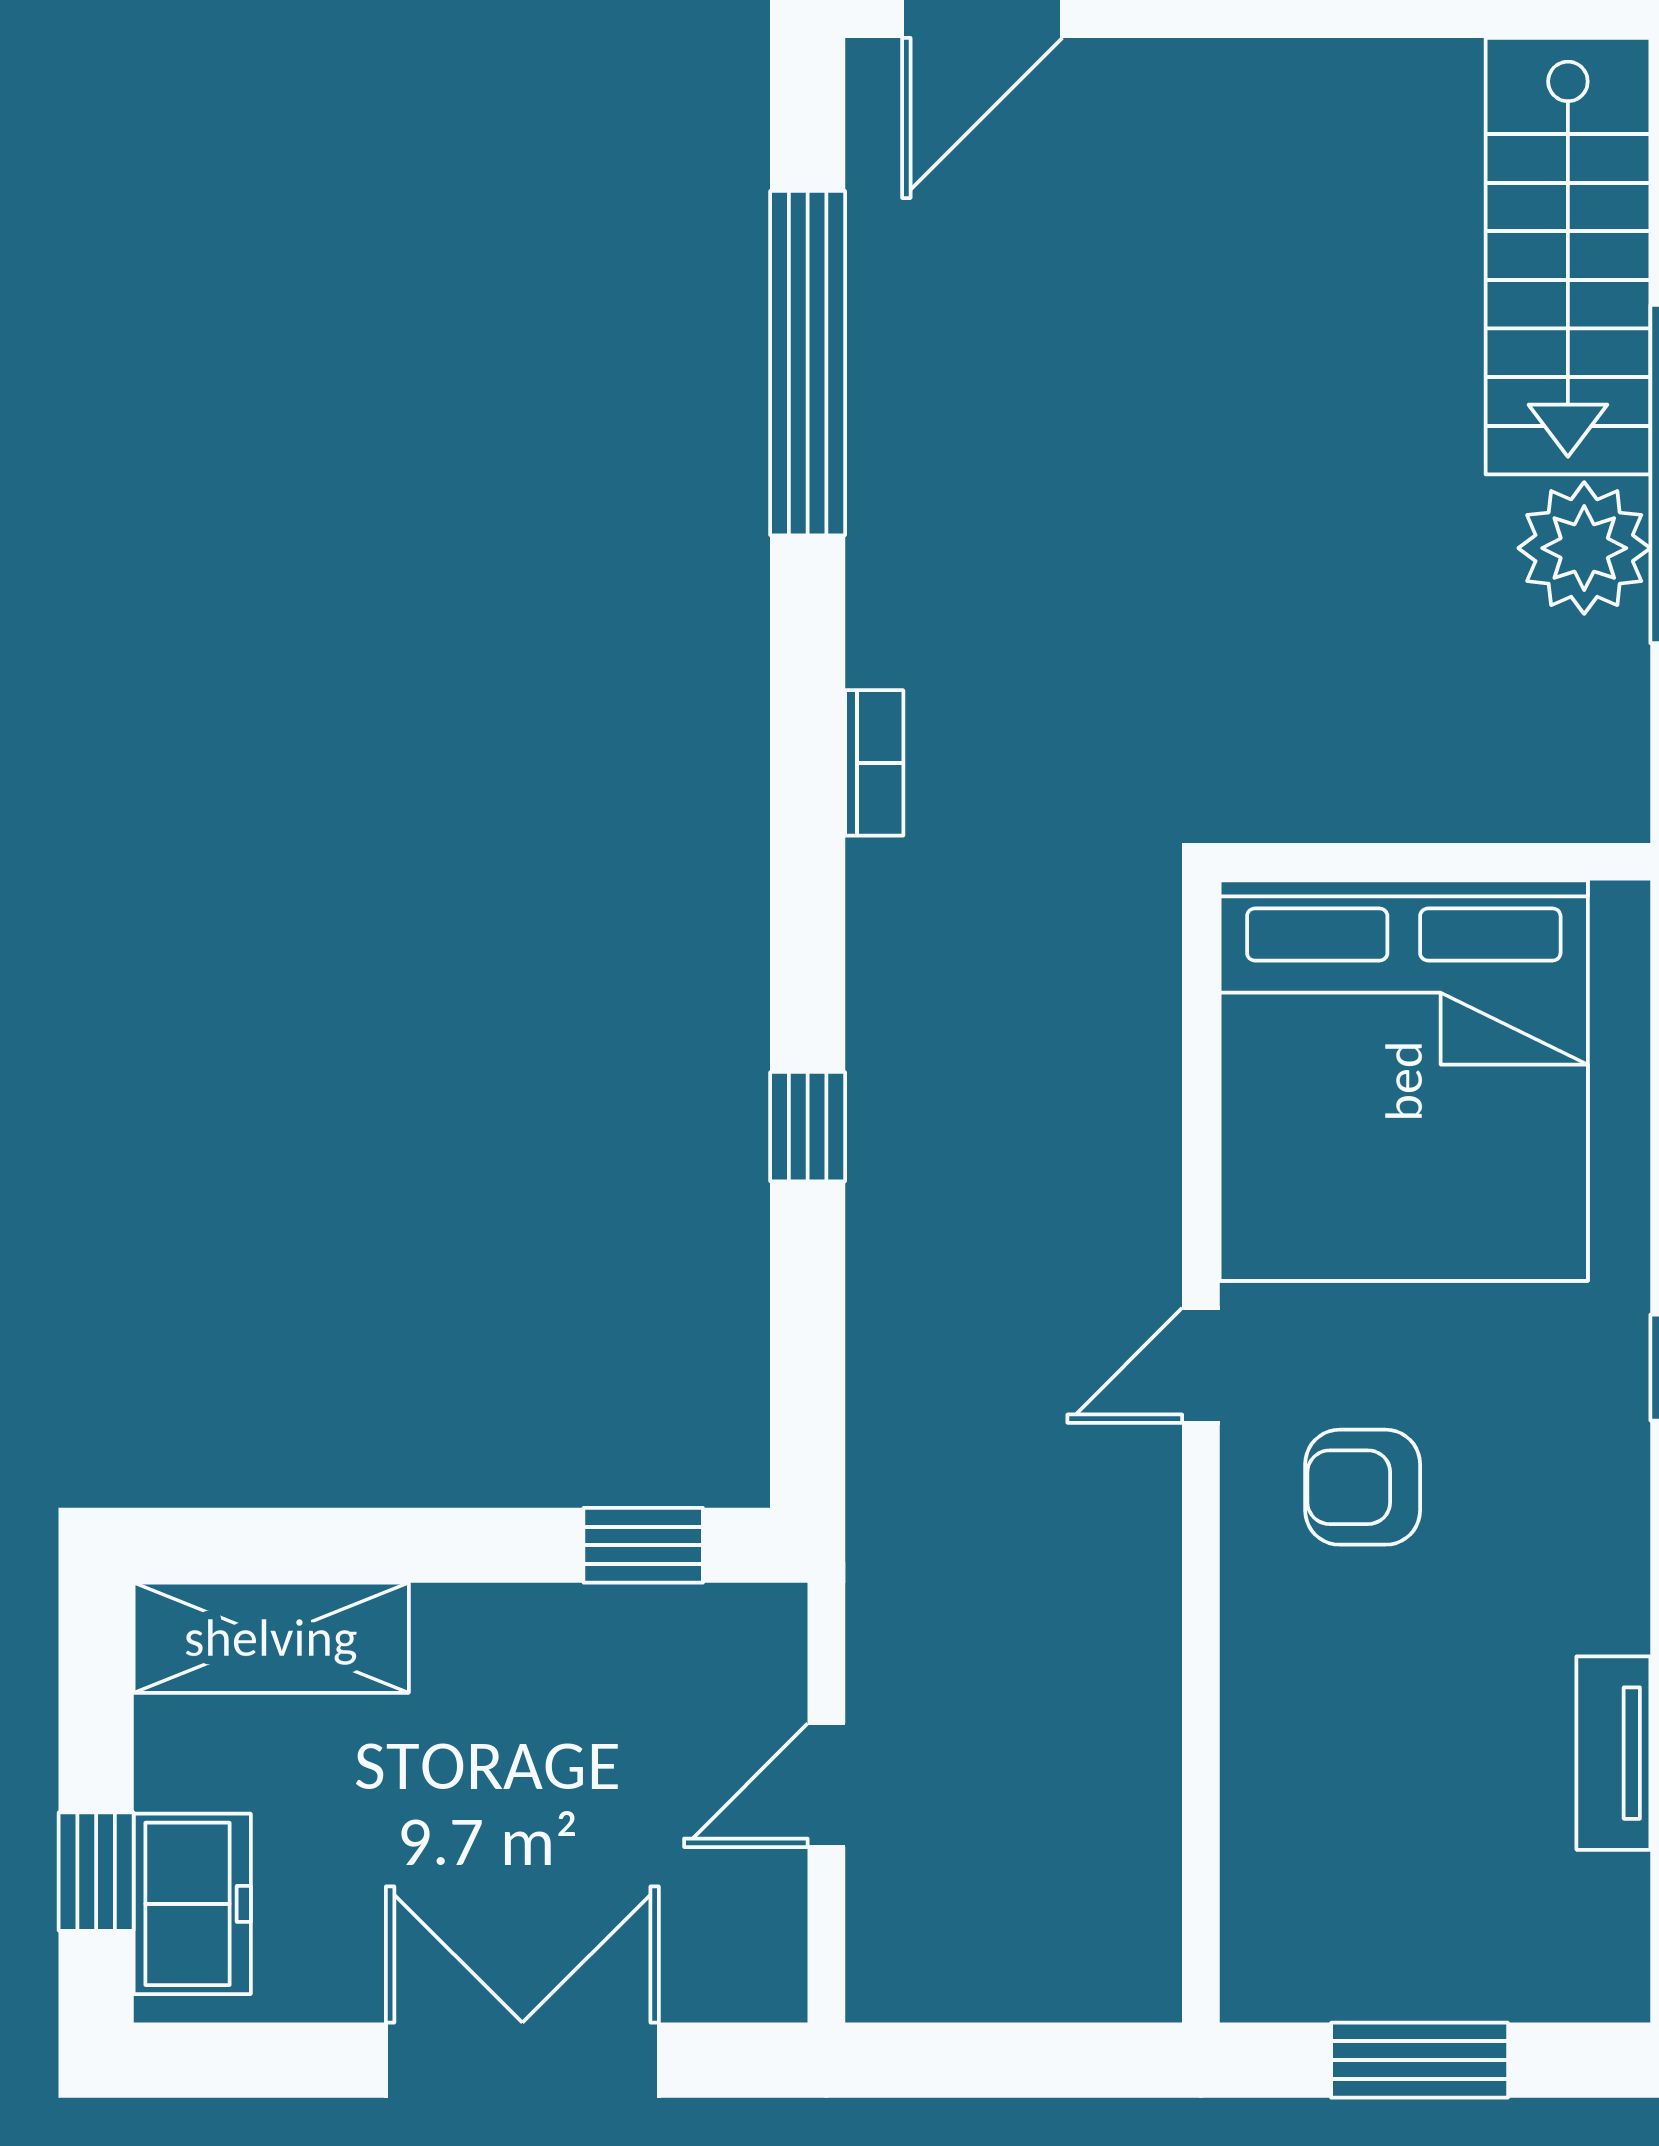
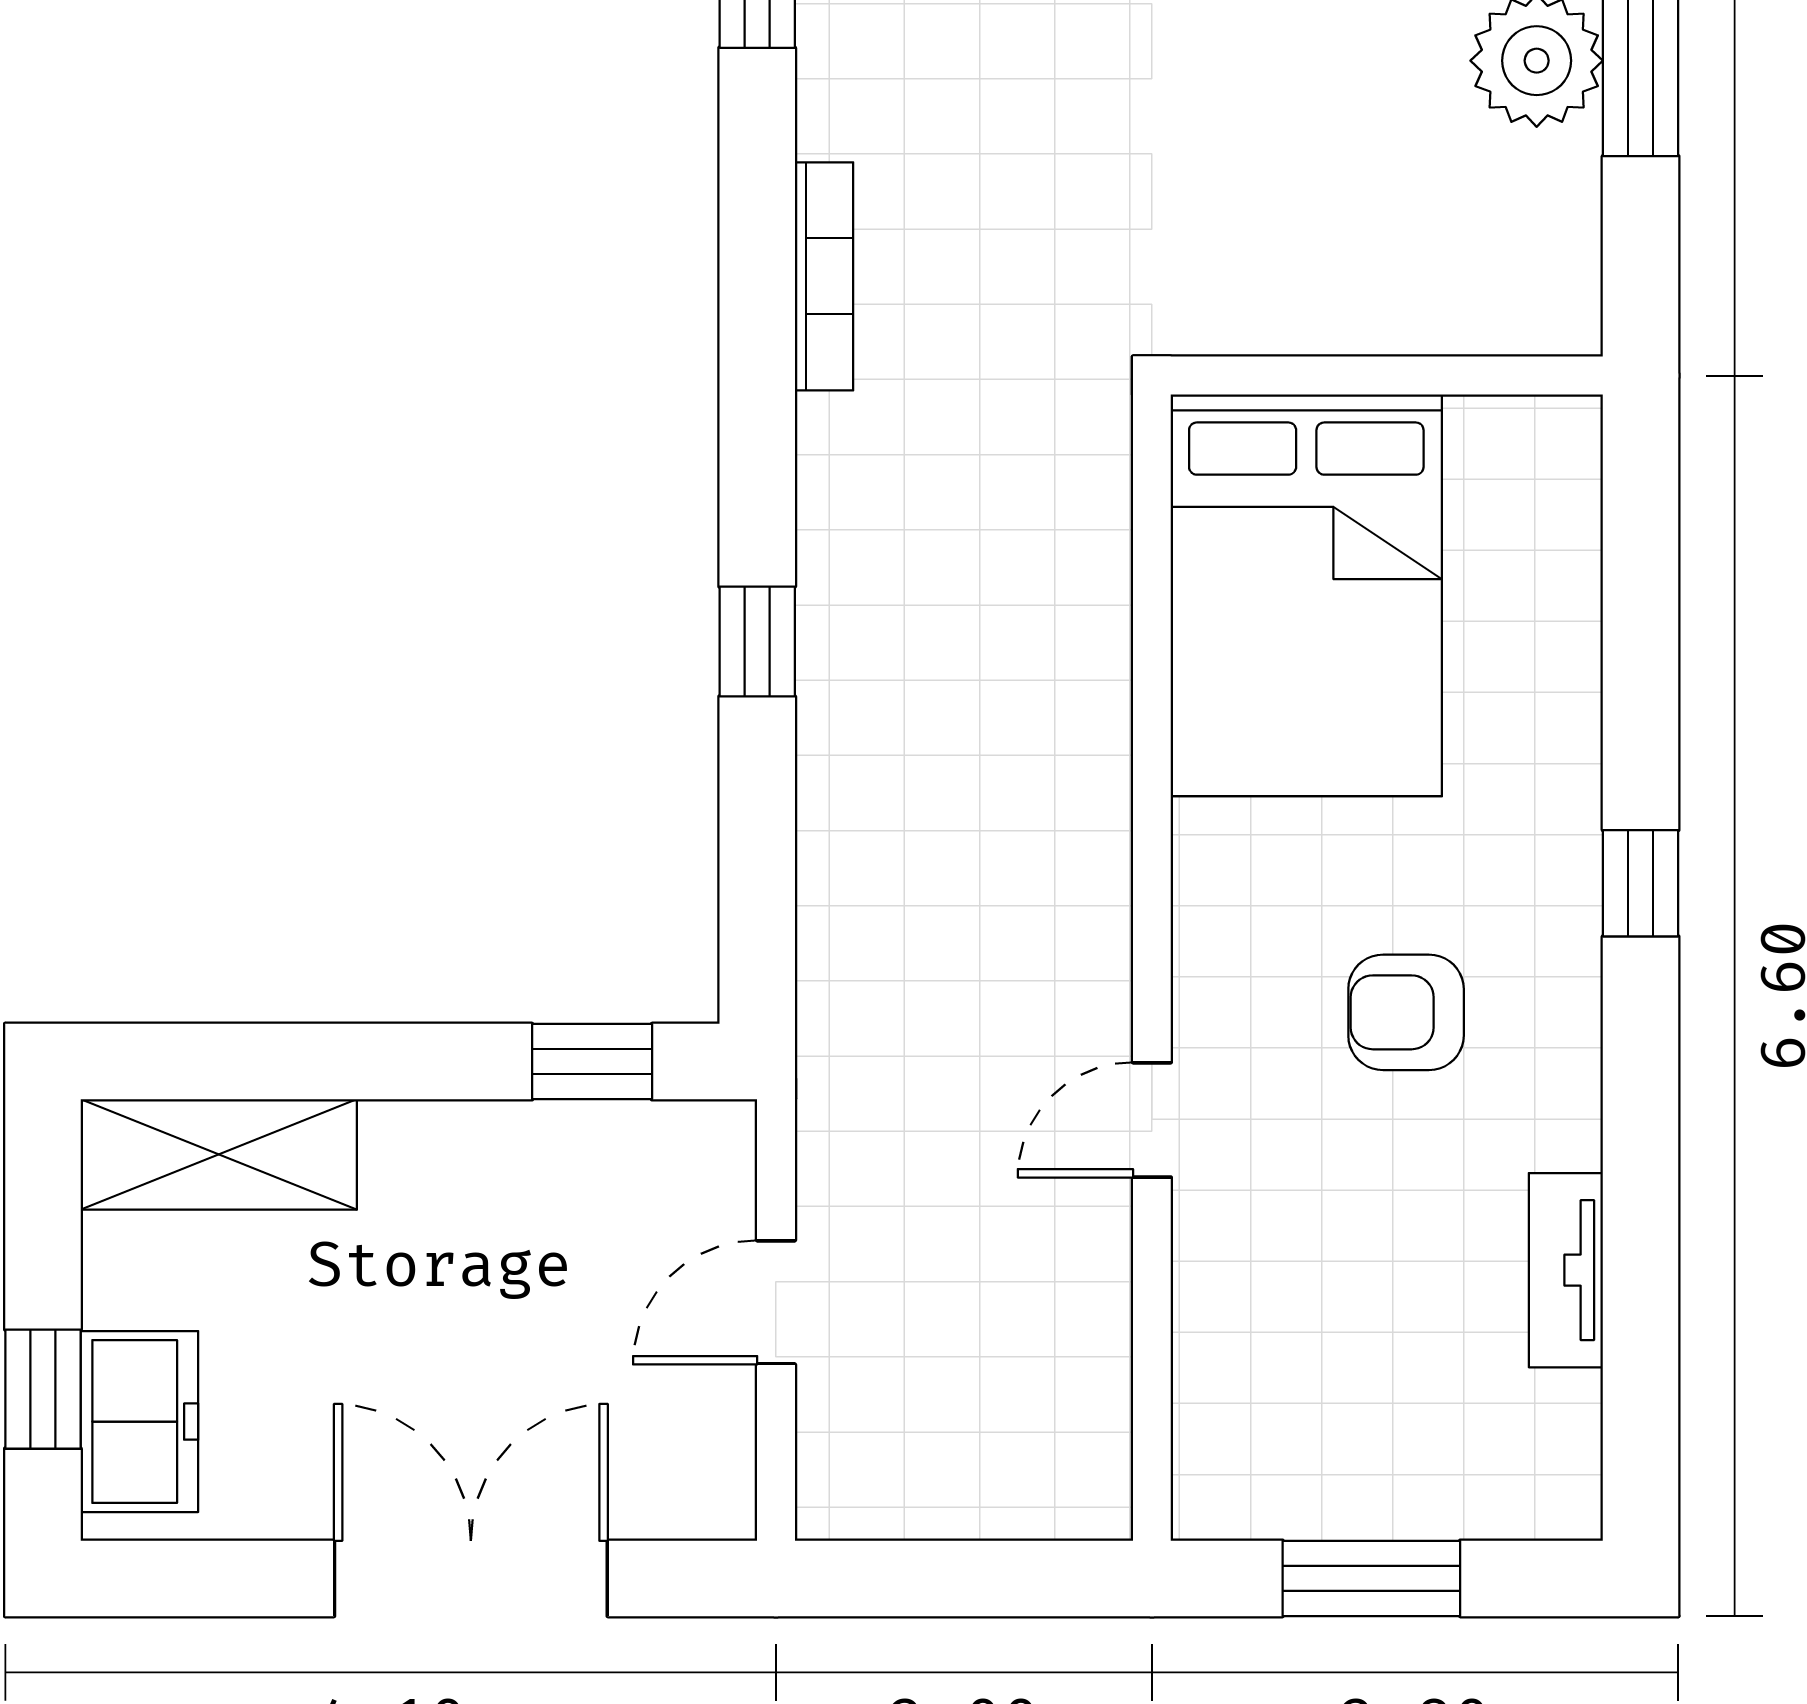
bookcase: (874, 763) -> (824, 276), width x1.56
bed: (1404, 1081) -> (1306, 595), width x0.73
door: (1201, 1365) -> (1152, 1120), moved
armchair: (1363, 1487) -> (1406, 1012), moved

